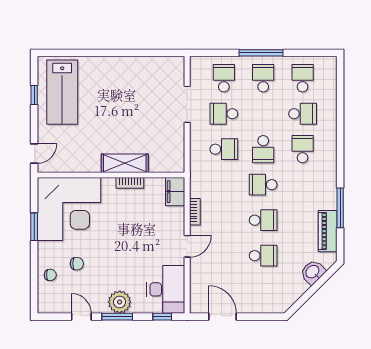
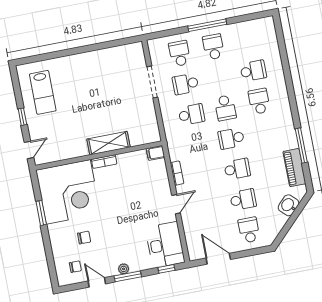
school desk: (303, 78) -> (249, 230), moved
lab bench: (62, 92) -> (43, 92), width x0.73, depth x0.72
window: (34, 95) -> (22, 117), moved
bookcase: (130, 183) -> (104, 162), moved
filing cabinet: (175, 192) -> (155, 153), width x0.50
chair: (50, 275) -> (75, 267), moved
plant: (120, 302) -> (124, 269), width x0.53, depth x0.53

